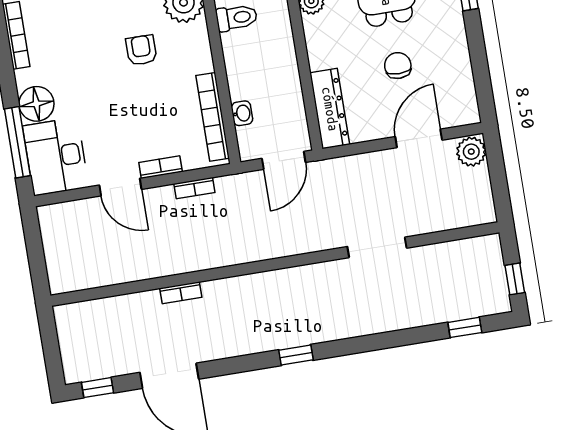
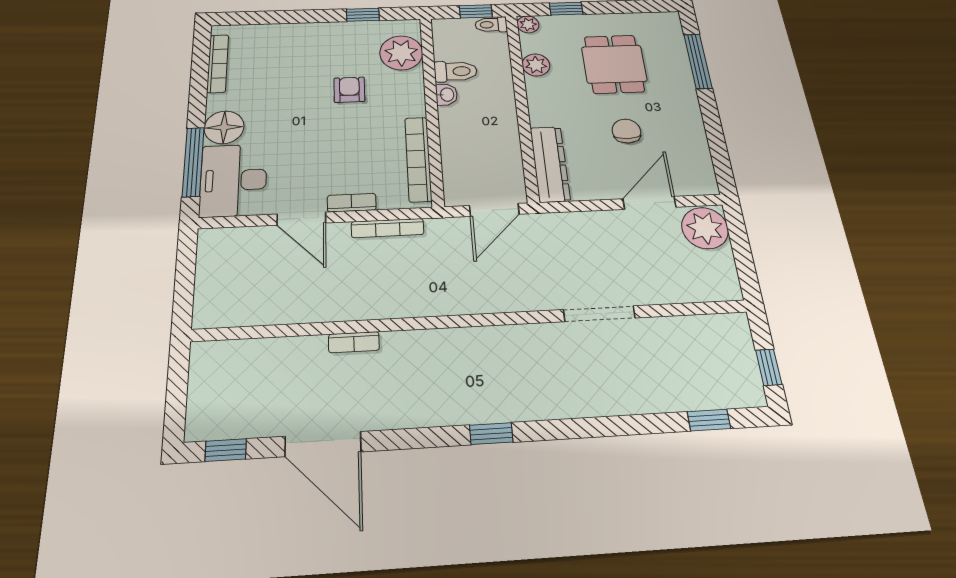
washbasin: (242, 113) -> (447, 95), moved
plant: (471, 152) -> (705, 228), width x1.36, depth x1.36
bookcase: (194, 188) -> (388, 228), width x1.56

